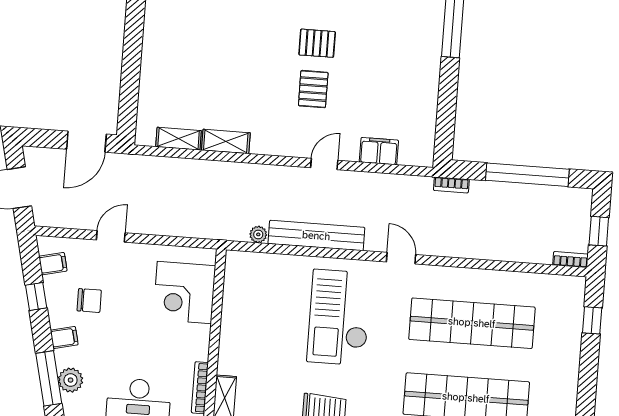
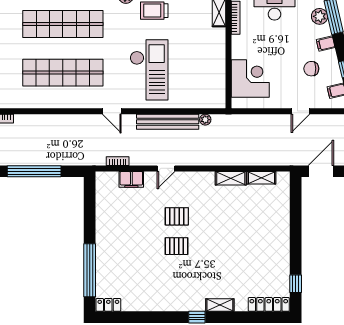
pallet: (313, 89) -> (177, 216), turned 90
bookcase: (451, 185) -> (118, 161), moved

